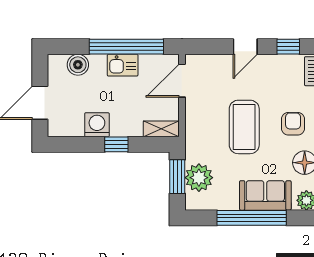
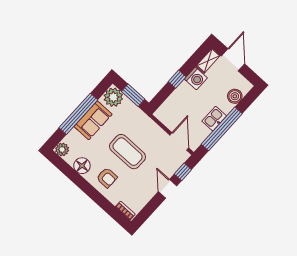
window: (288, 47) -> (183, 172), moved
shelving: (161, 129) -> (208, 61), moved
plant: (199, 178) -> (113, 97), moved
sofa: (265, 195) -> (93, 120), moved

